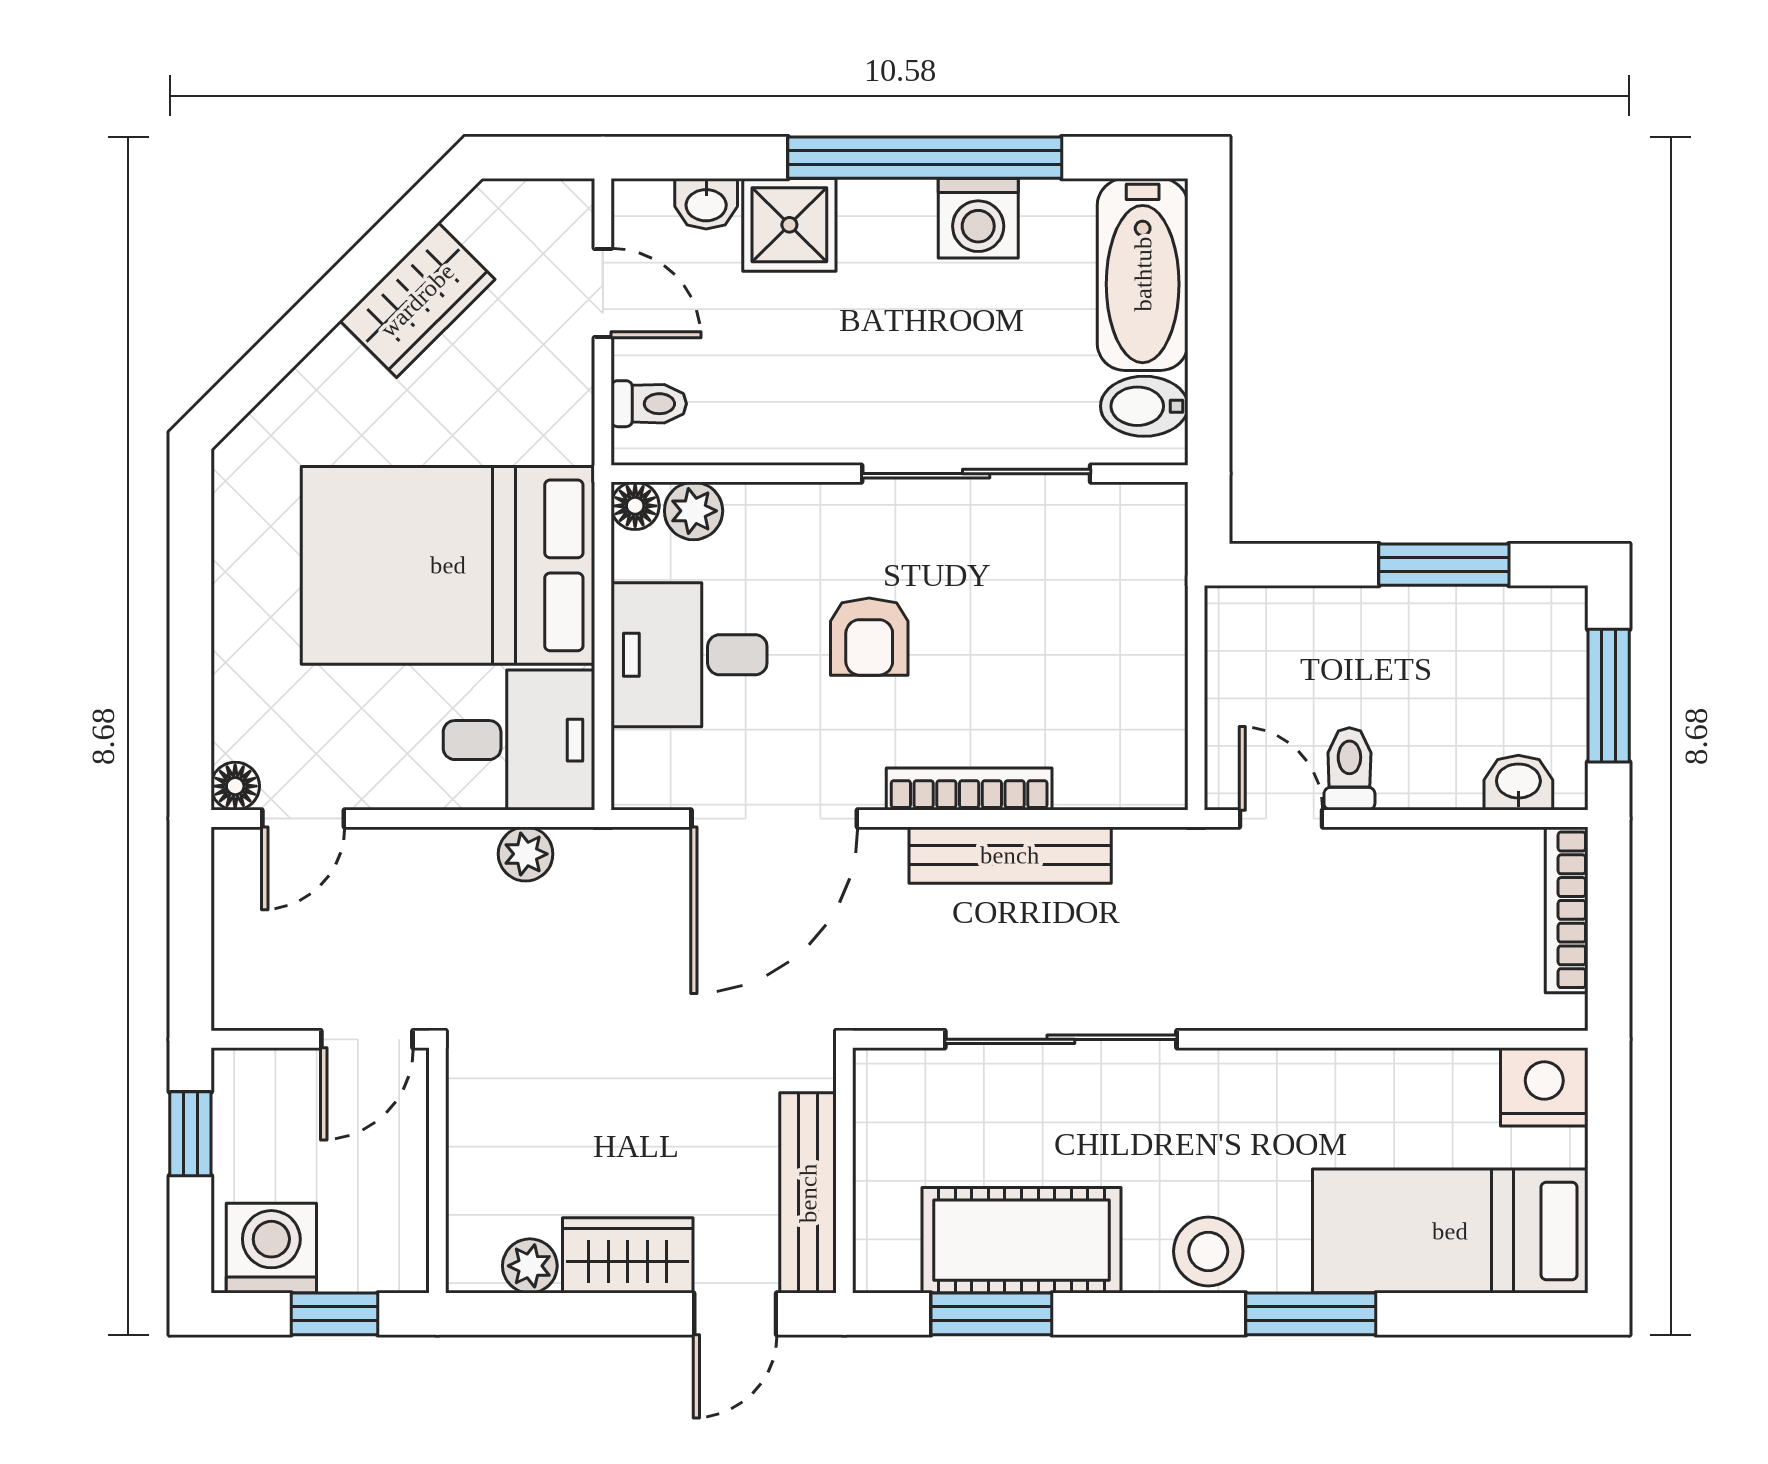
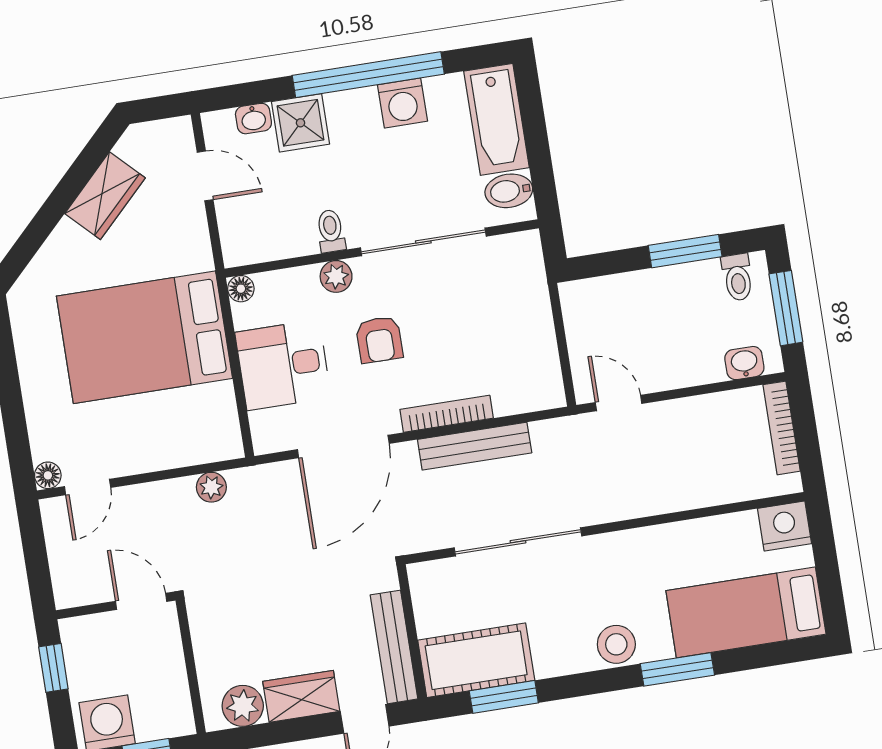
toilet: (649, 404) -> (331, 231), moved, turned -90
plant: (694, 511) -> (336, 276), moved
desk: (519, 740) -> (198, 426), removed
toilet: (1349, 769) -> (737, 277), moved, turned 180
door: (367, 1039) -> (141, 601), swing flipped
cot: (1021, 1240) -> (476, 660), moved
plant: (530, 1266) -> (243, 706), width x1.38, depth x1.38

